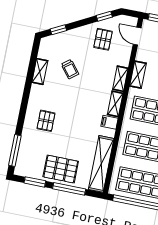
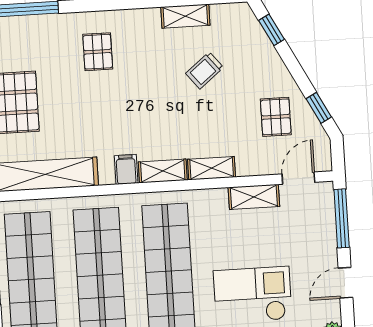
pallet: (103, 39) -> (276, 117), turned 90
shelving: (138, 75) -> (254, 197), moved
pallet: (46, 121) -> (98, 52), turned 90

